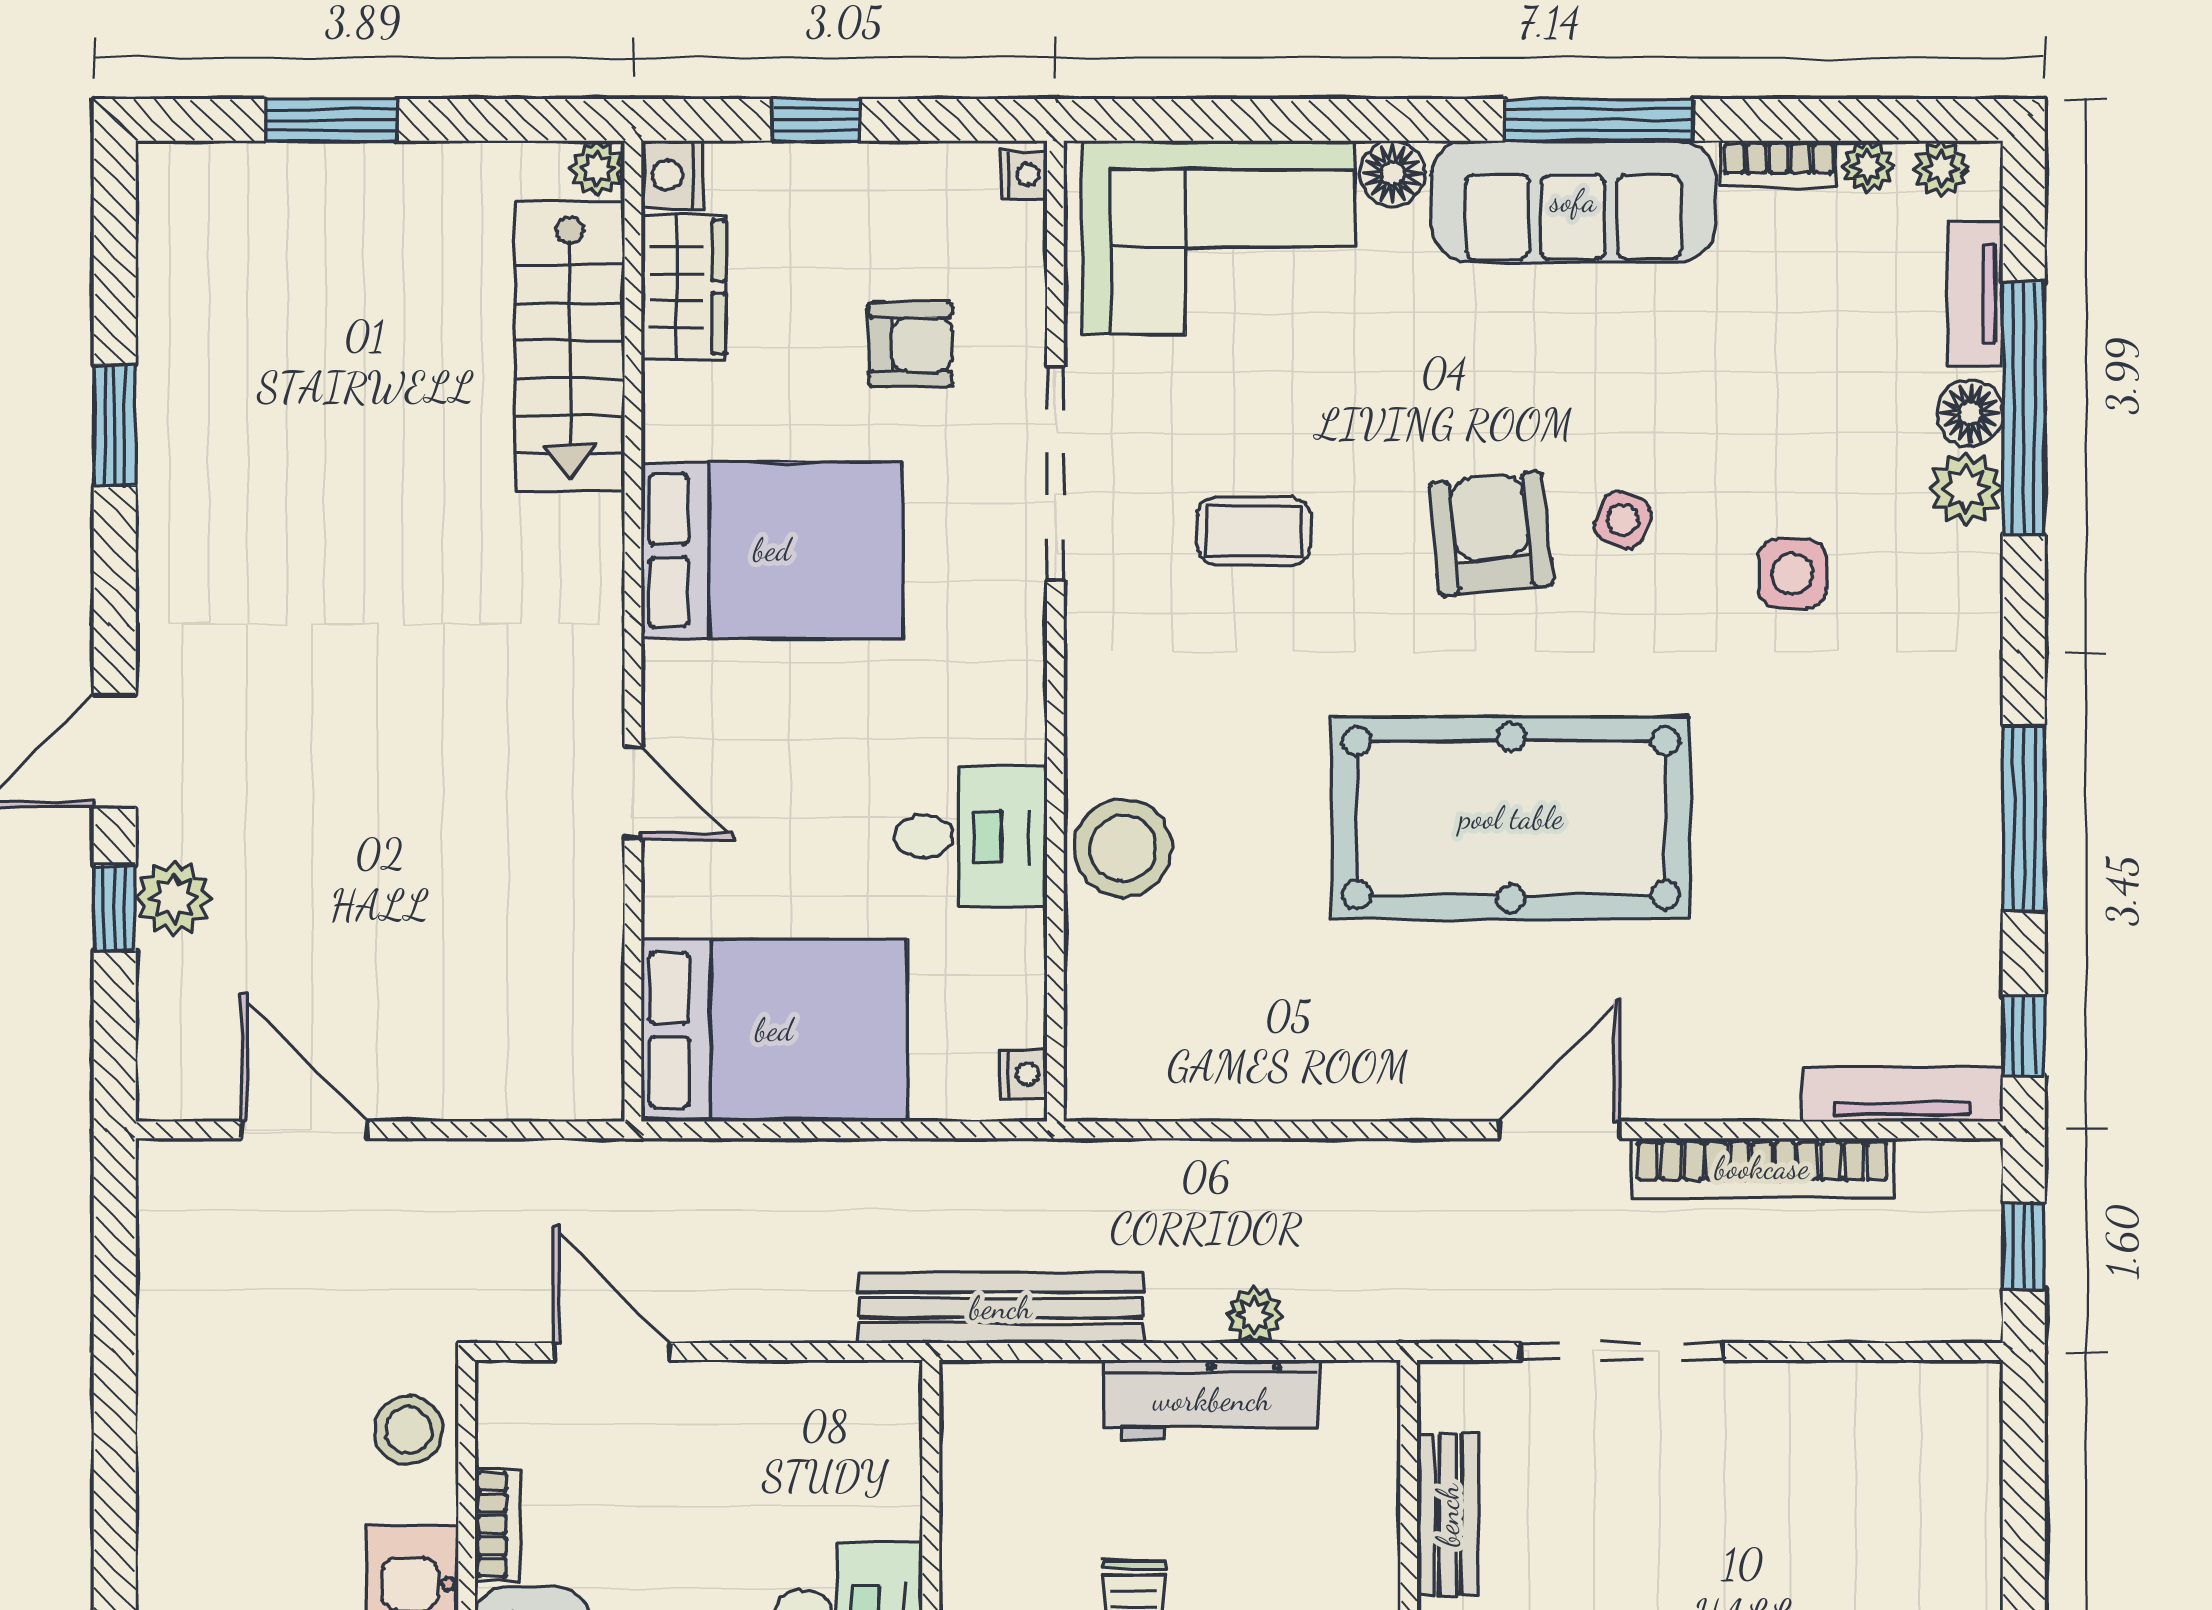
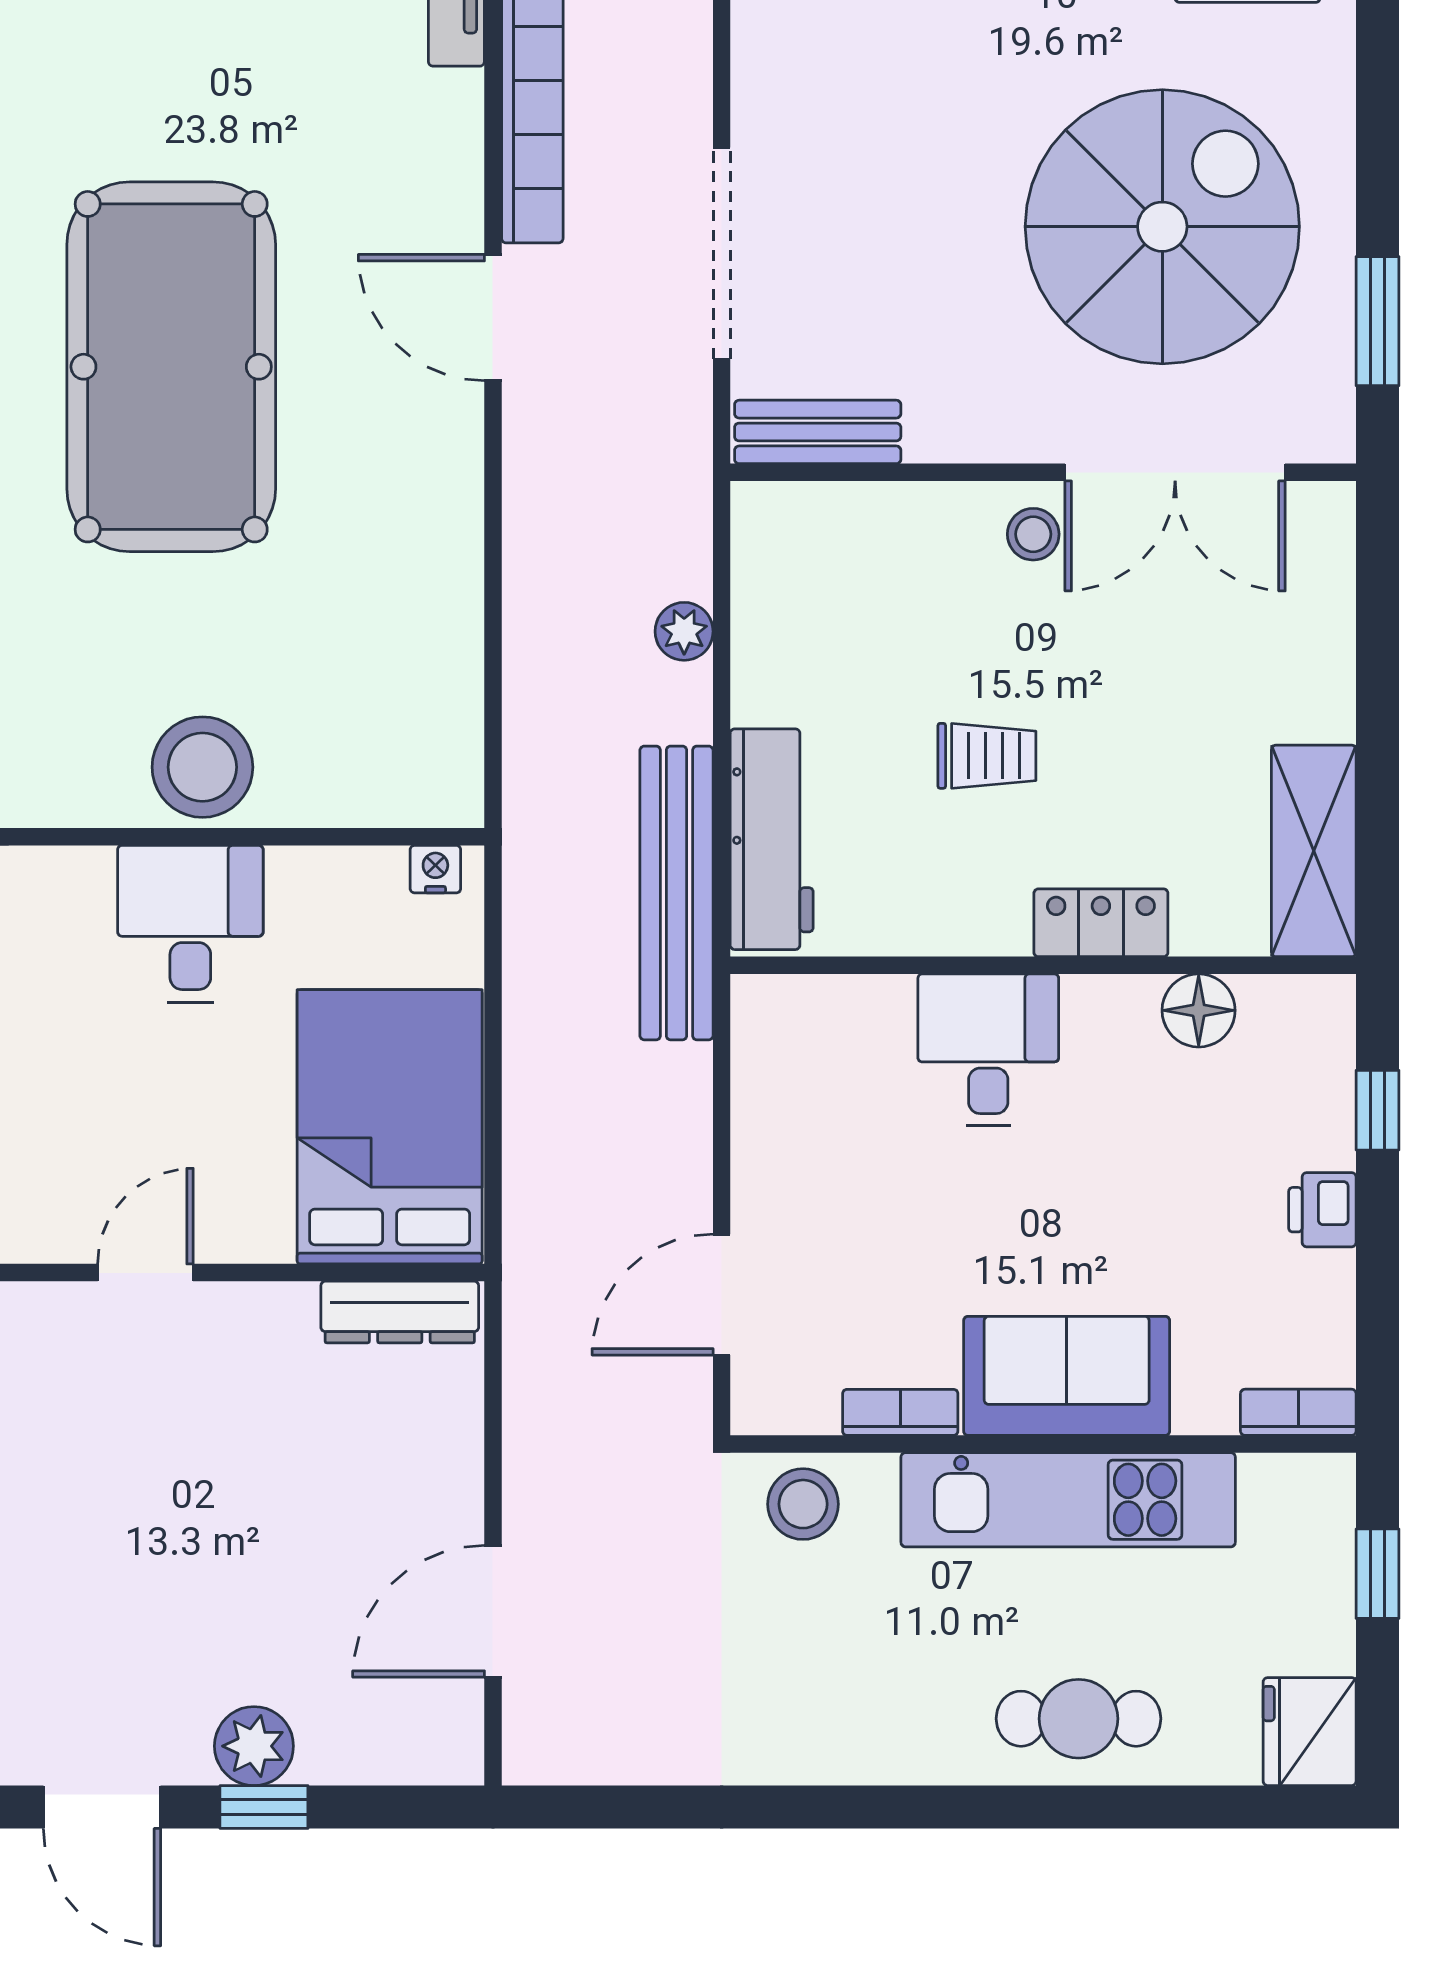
dresser: (595, 1040) -> (400, 1312), added
workbench: (1212, 1400) -> (772, 839), moved
bench: (1448, 1515) -> (818, 432), moved

